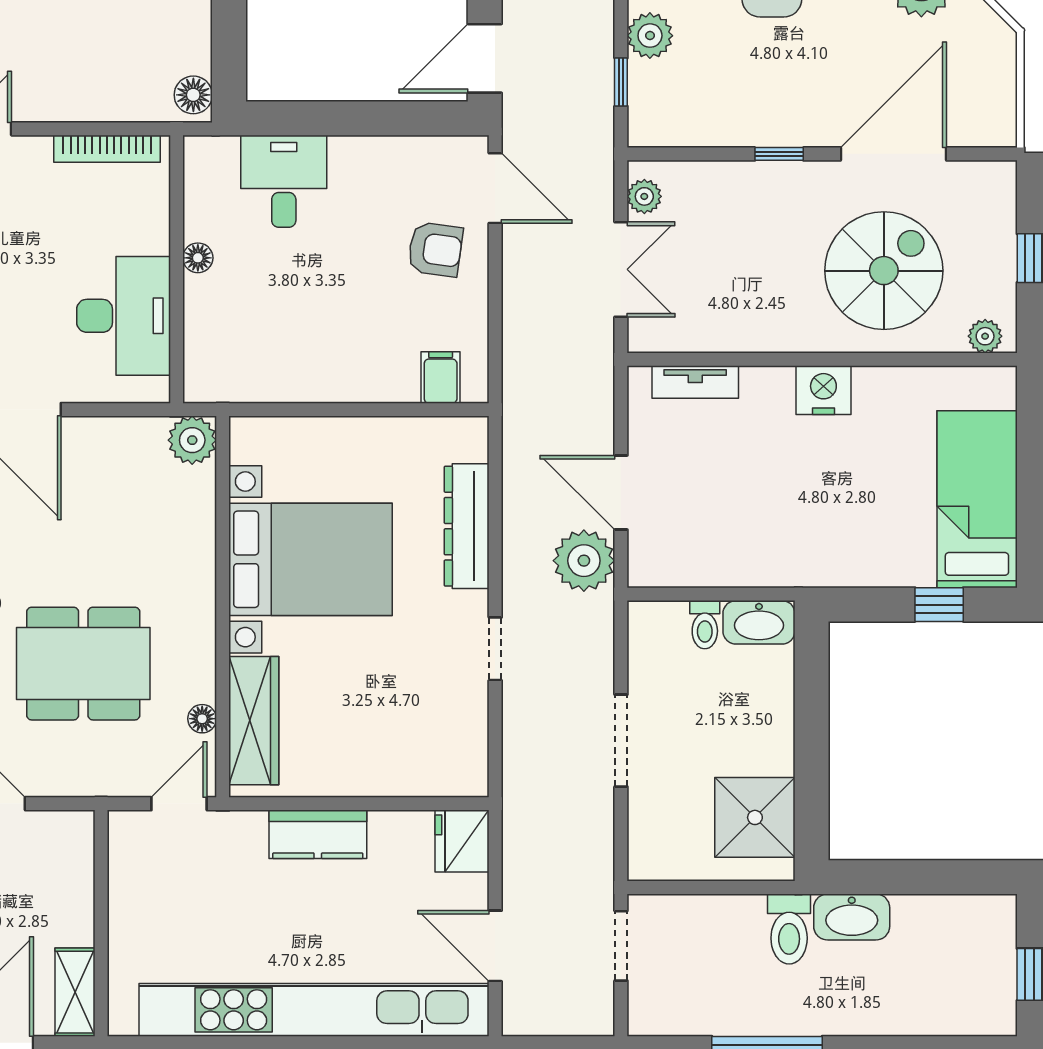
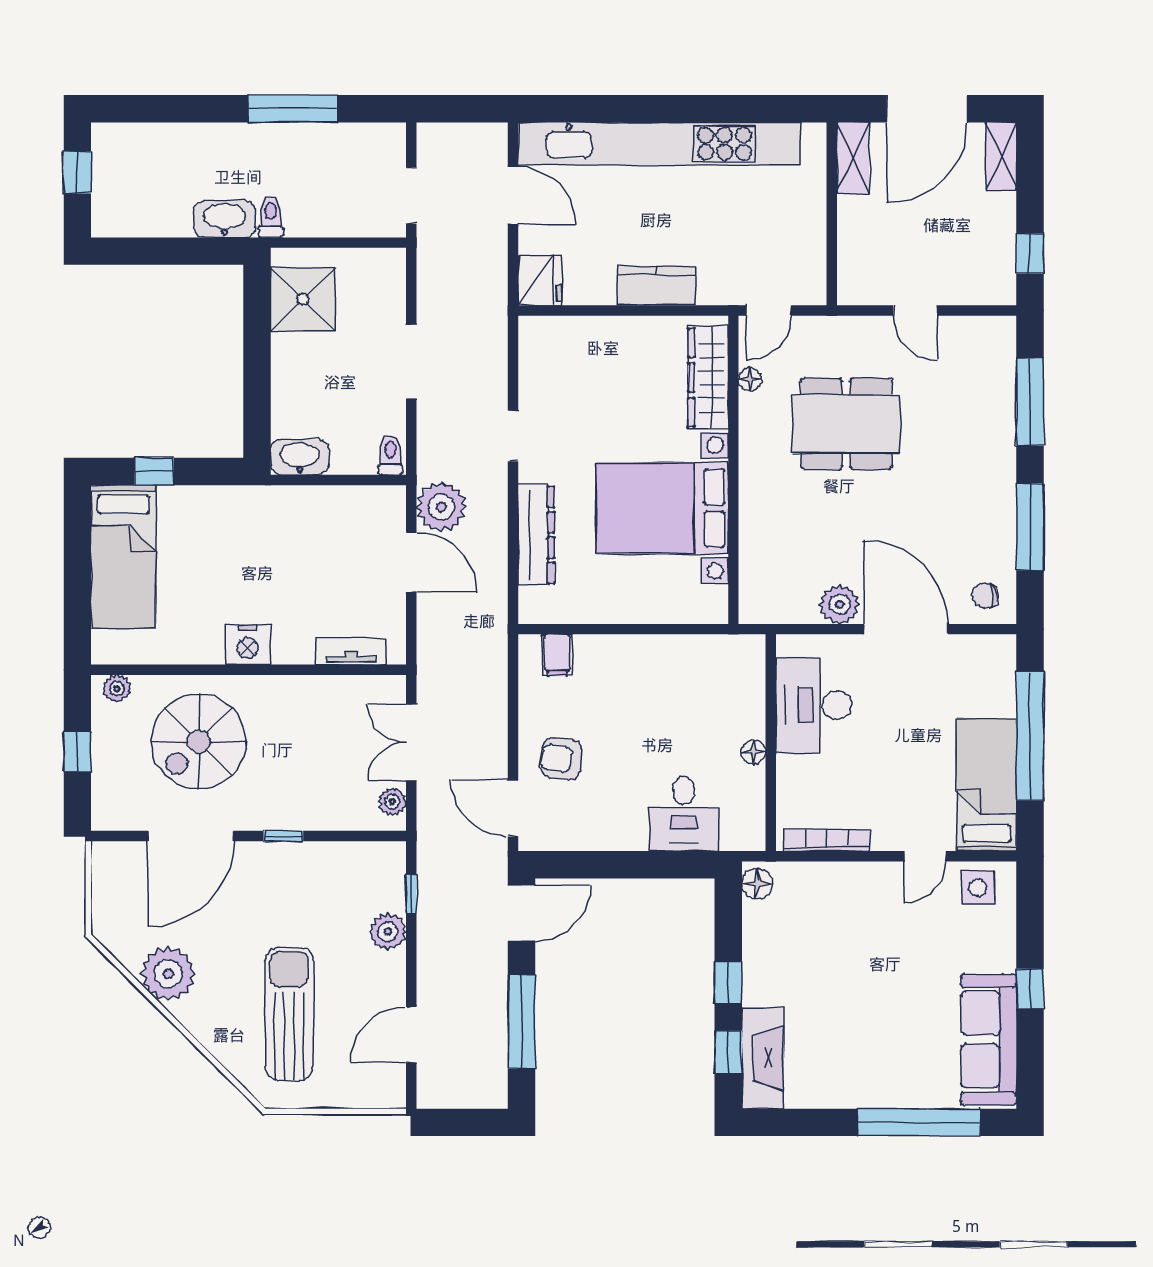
plant: (192, 440) -> (840, 604), moved
toilet: (705, 625) -> (390, 455), moved
toilet: (789, 929) -> (271, 217), width x0.73, depth x0.72

